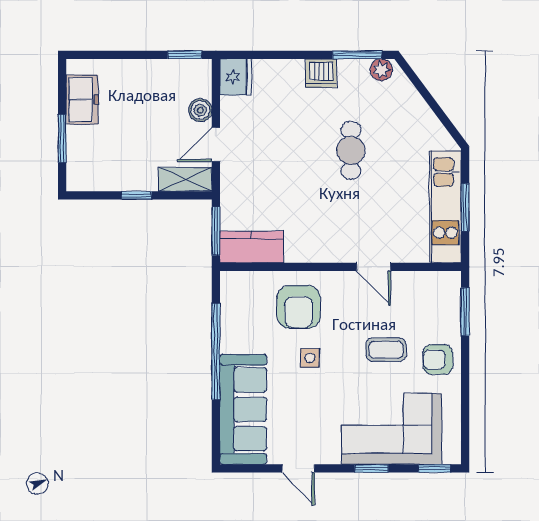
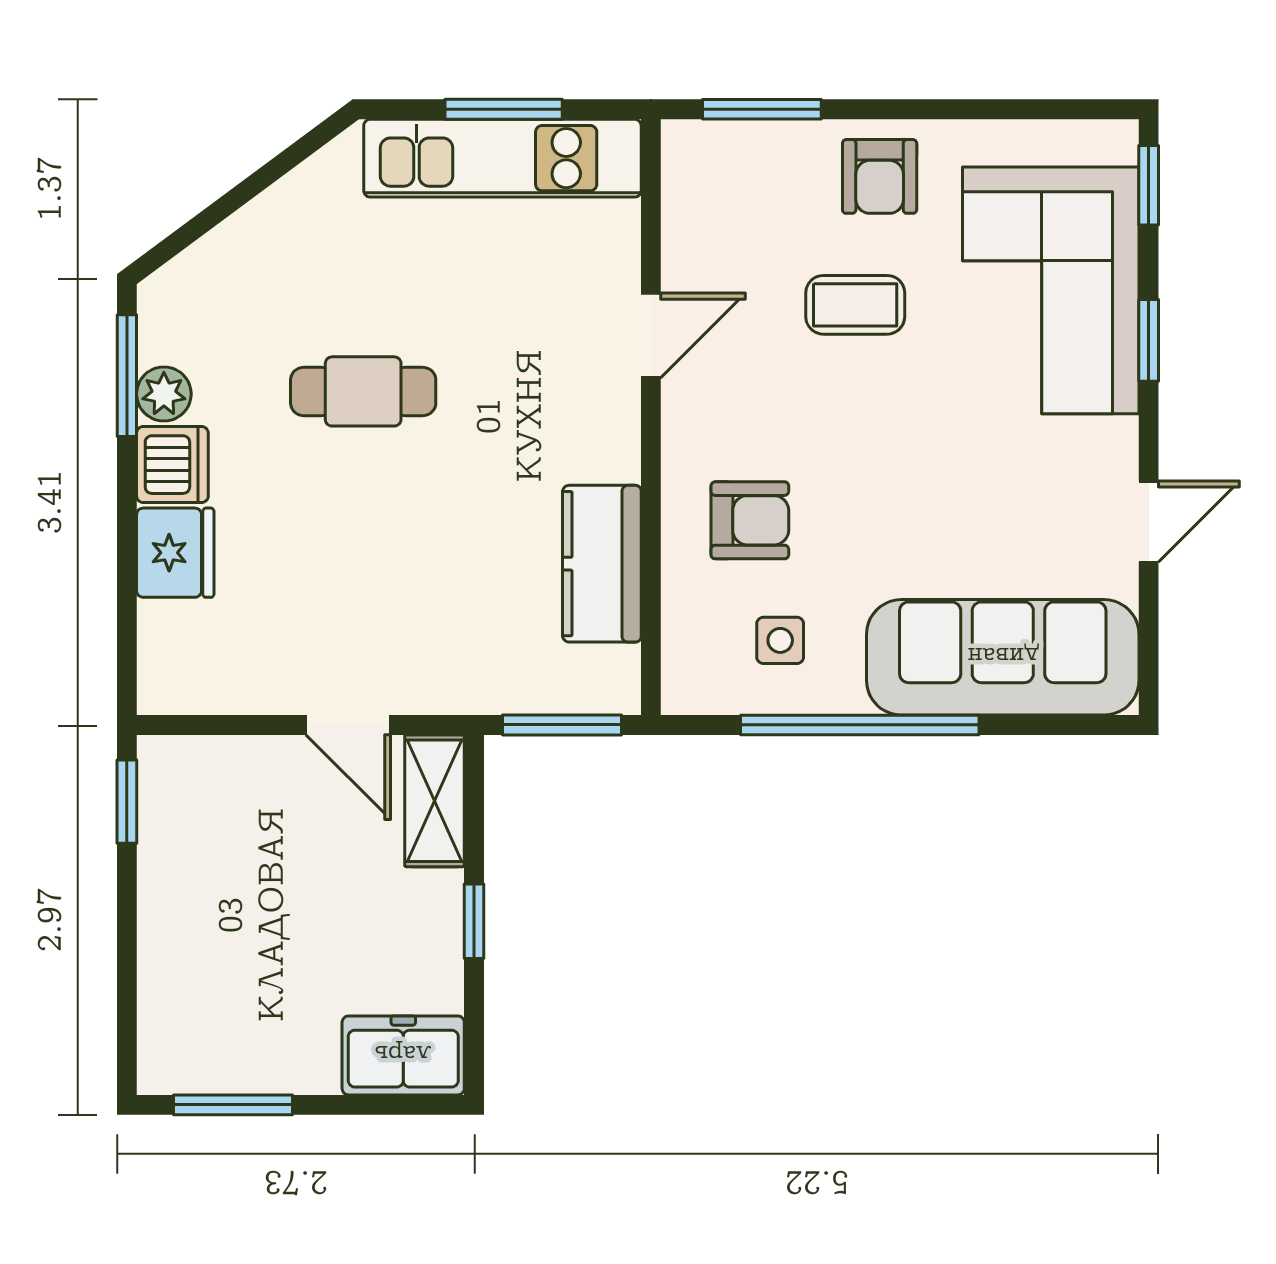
plant: (381, 70) -> (164, 394), moved
fridge: (235, 77) -> (175, 553), moved, turned 90
freezer: (82, 100) -> (403, 1055), moved
boiler: (200, 110) -> (264, 764), removed
window: (62, 138) -> (233, 1105), moved
kitchen counter: (252, 247) -> (602, 564), moved
armchair: (299, 307) -> (750, 520), width x0.72, depth x0.72
coffee table: (386, 350) -> (855, 305), turned 90
side table: (310, 358) -> (780, 640), moved

